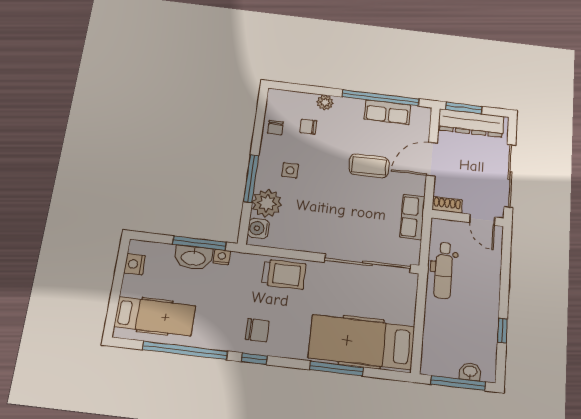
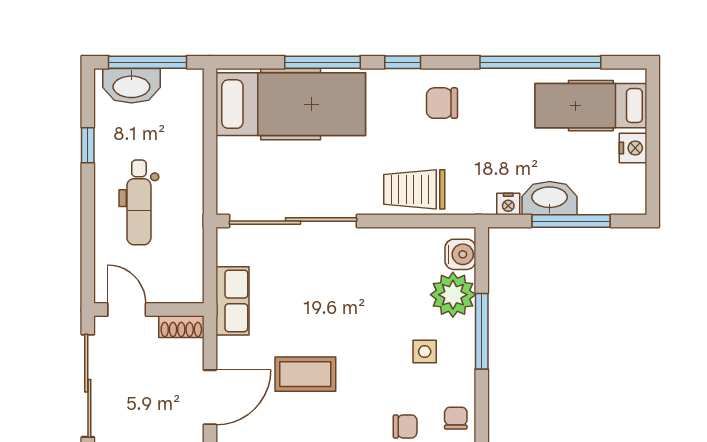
window: (199, 243) -> (571, 221), moved
nightstand: (135, 264) -> (633, 148), moved
dental chair: (444, 270) -> (139, 202), moved, turned 180
window: (254, 359) -> (403, 62), moved
washbasin: (470, 372) -> (131, 86), width x1.91, depth x1.45

